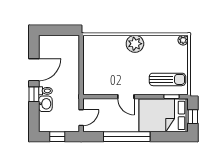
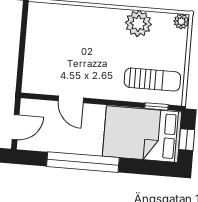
plant: (135, 44) -> (138, 23), moved
door: (126, 97) -> (71, 99), moved

